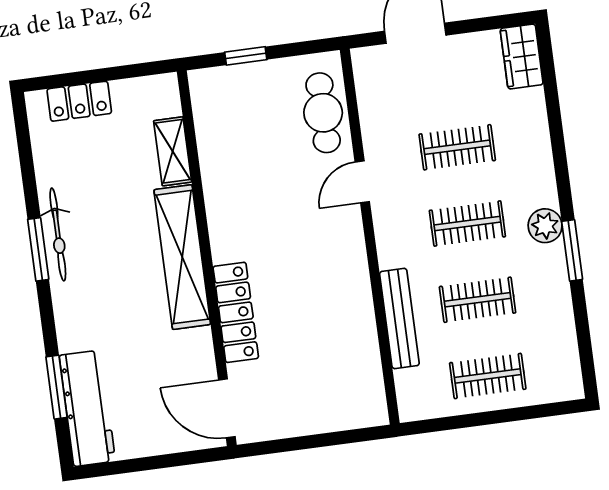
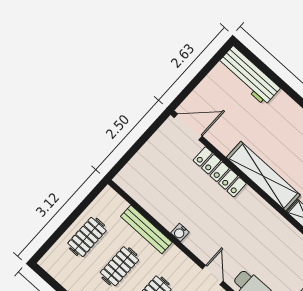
water cooler: (358, 276) -> (180, 233), added
window: (57, 387) -> (270, 73), removed

